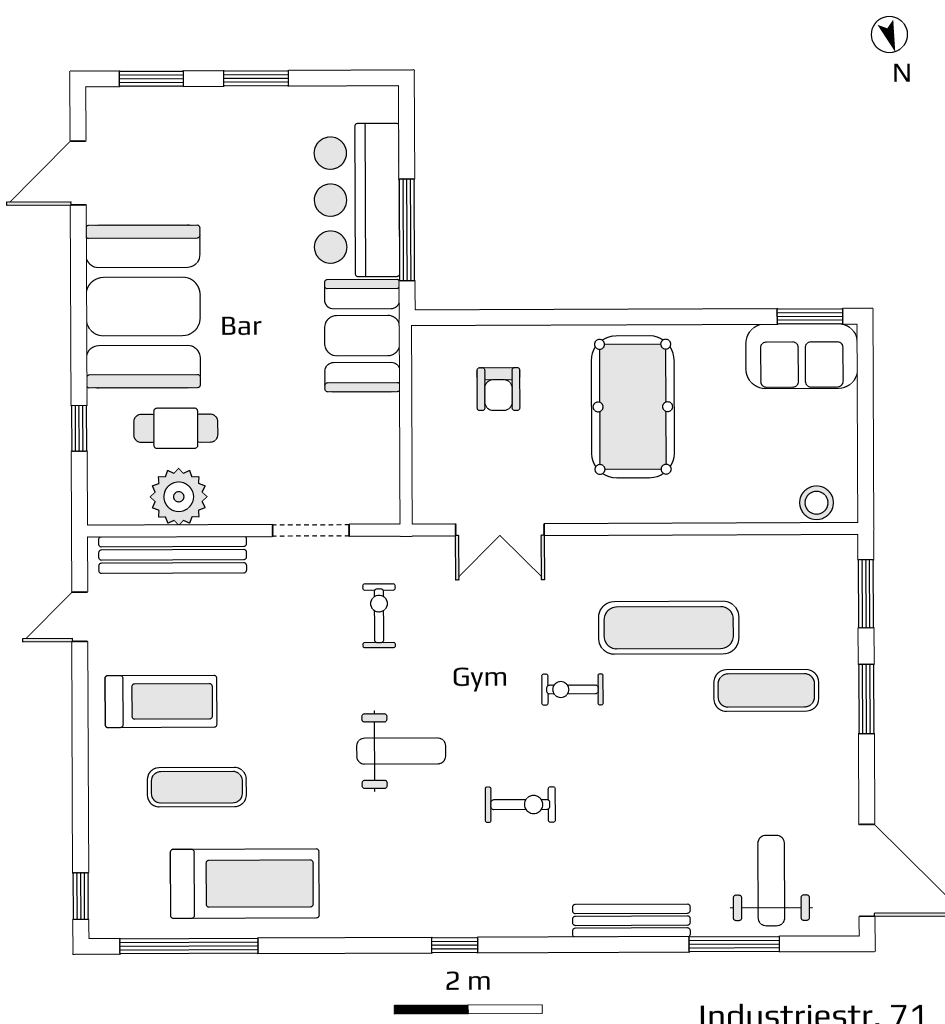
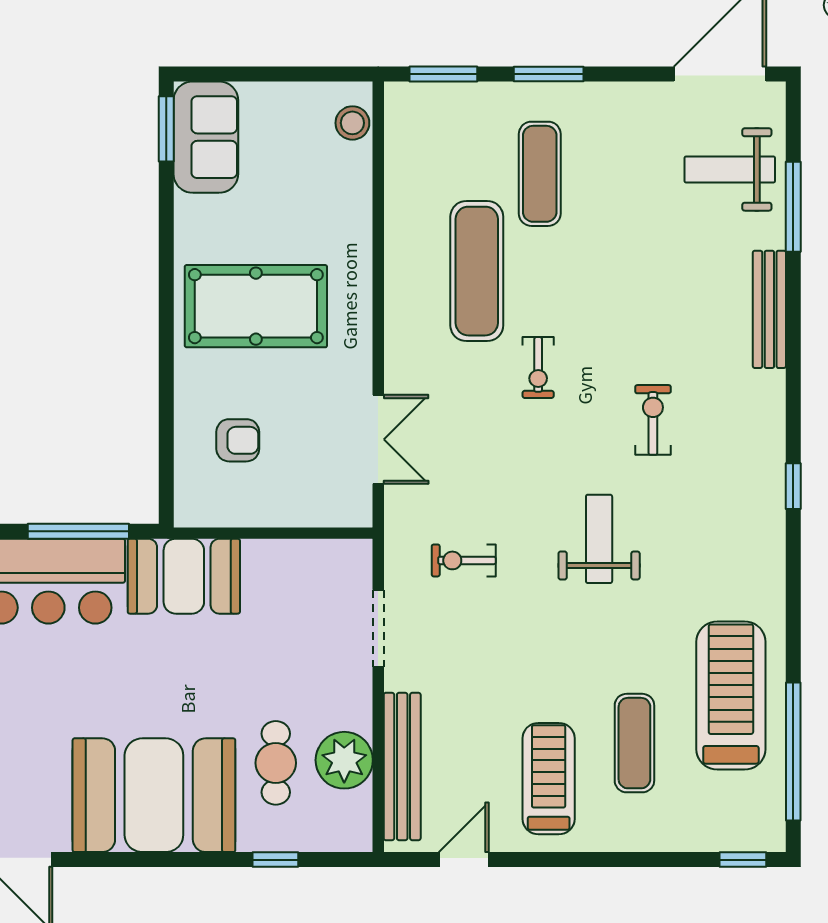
door: (80, 617) -> (464, 860), swing flipped

